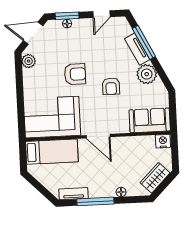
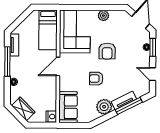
plant: (29, 61) -> (103, 16), moved

